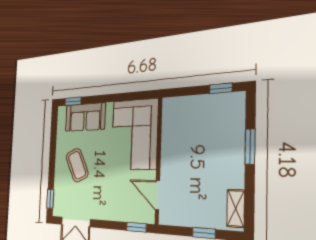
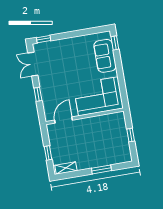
window: (221, 88) -> (131, 135), moved
coffee table: (77, 165) -> (71, 57), removed
window: (136, 227) -> (38, 94), moved

